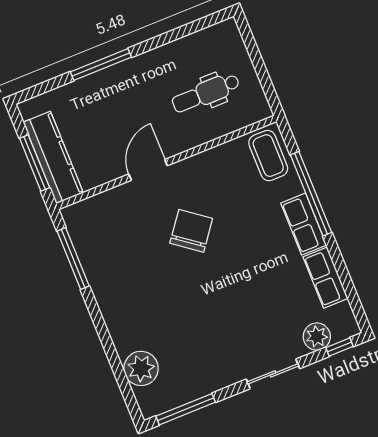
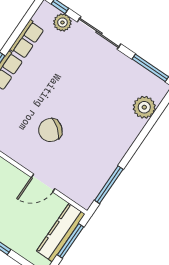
door: (148, 170) -> (43, 183), moved
sliding door: (273, 374) -> (99, 33), width x1.37

